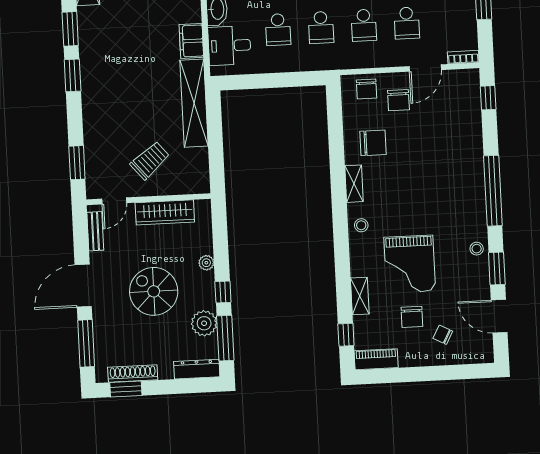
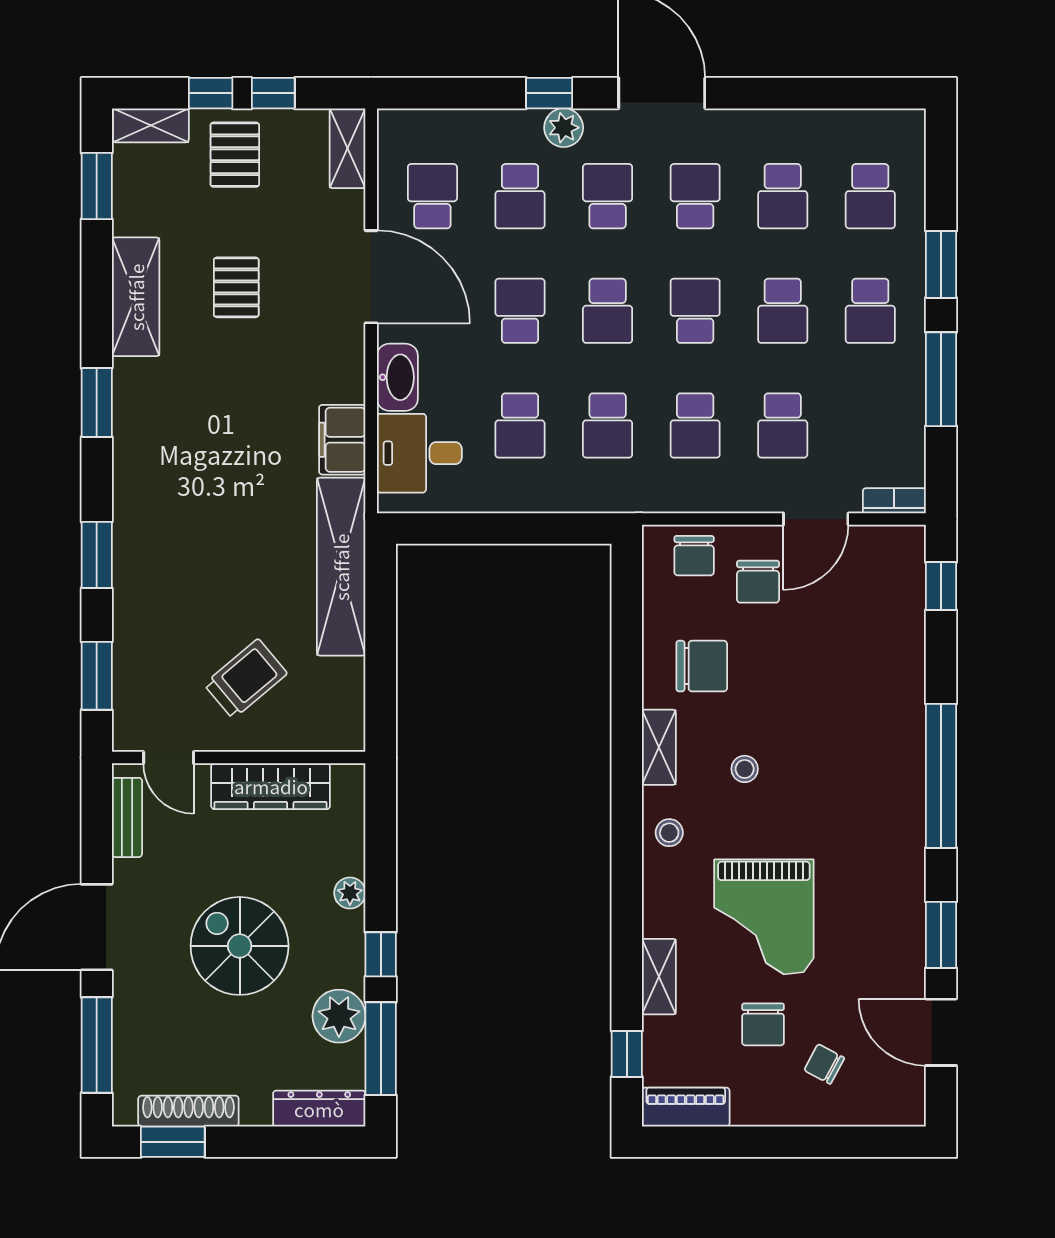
window: (73, 75) -> (97, 555), moved
door: (114, 201) -> (169, 758), hinge flipped
stool: (477, 249) -> (745, 769), moved

